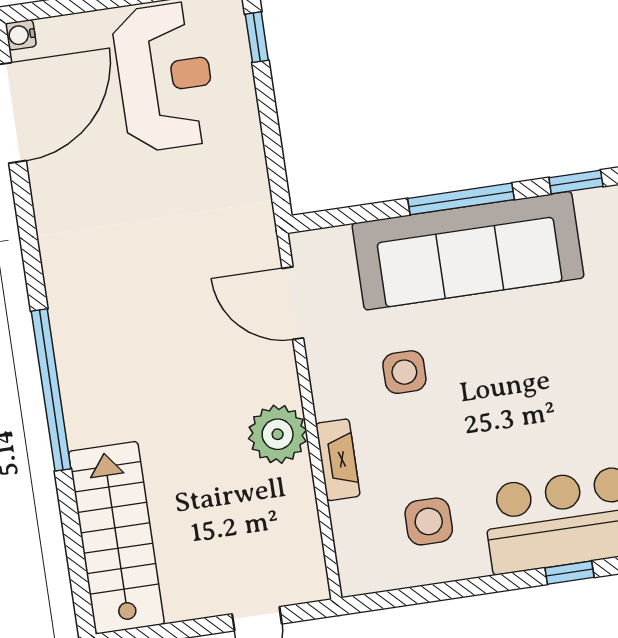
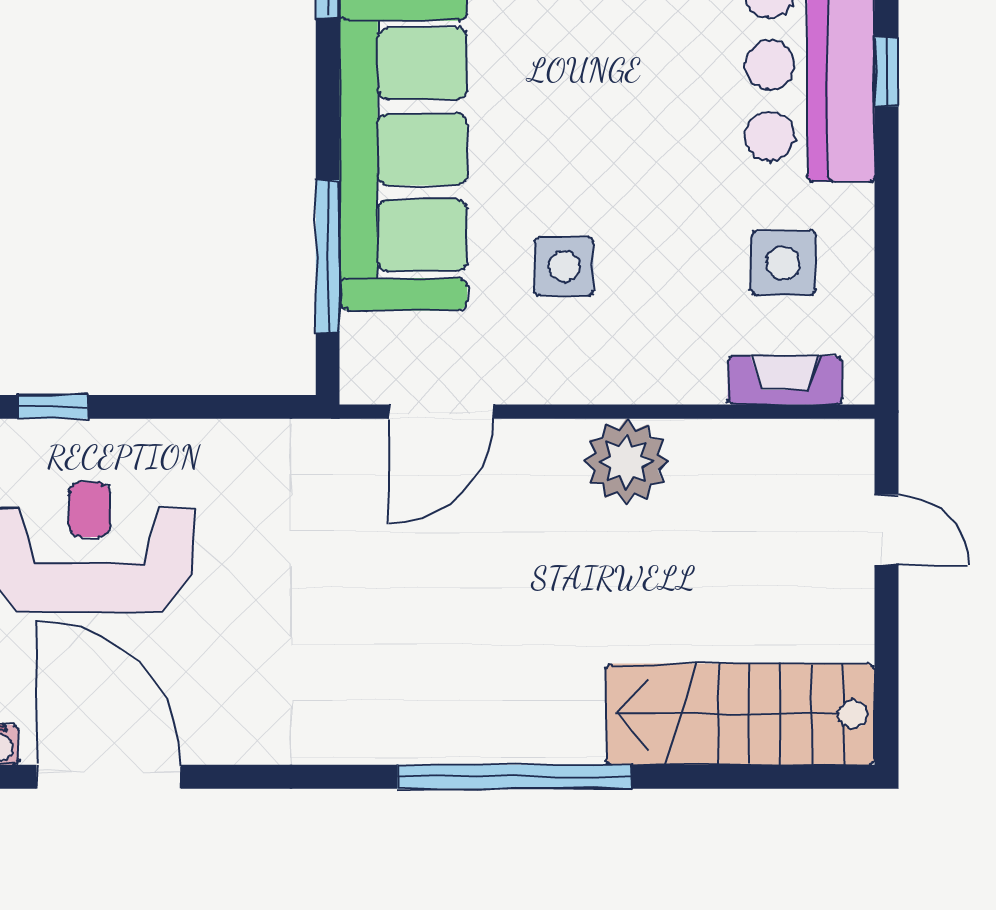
window: (461, 199) -> (328, 257), moved
fireplace: (338, 460) -> (785, 380), moved

